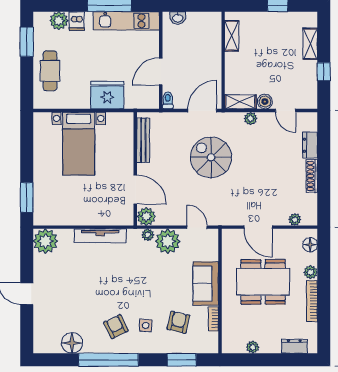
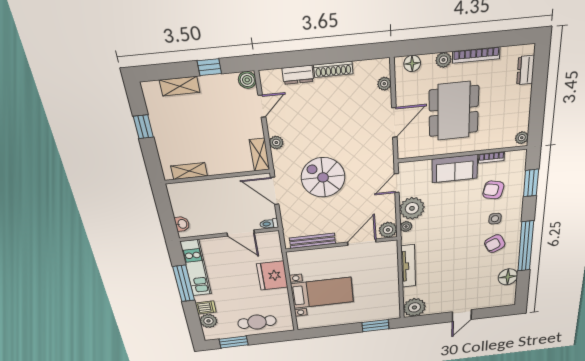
boiler: (265, 102) -> (247, 80), moved
spiral stairs: (211, 157) -> (323, 177), turned 90
plant: (253, 347) -> (522, 138), moved

